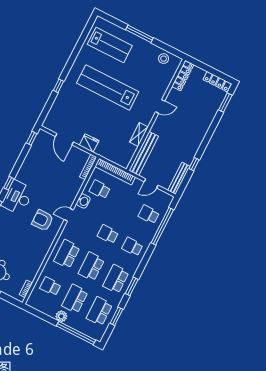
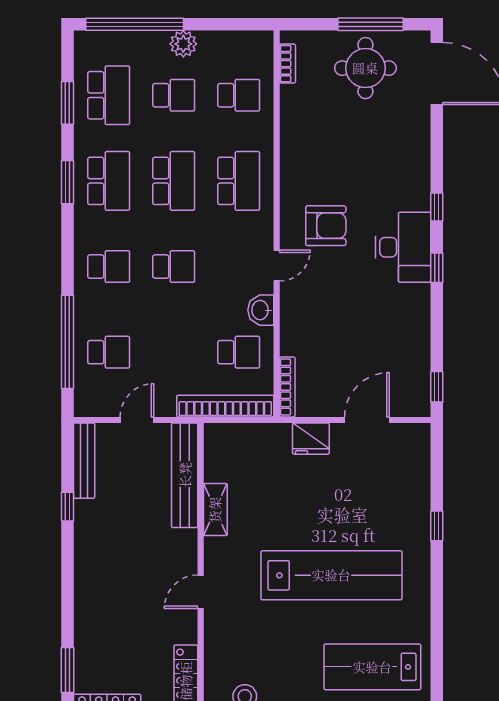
door: (64, 139) -> (367, 420), hinge flipped
school desk: (75, 299) -> (174, 95), width x0.54

